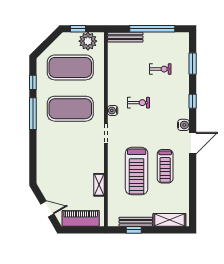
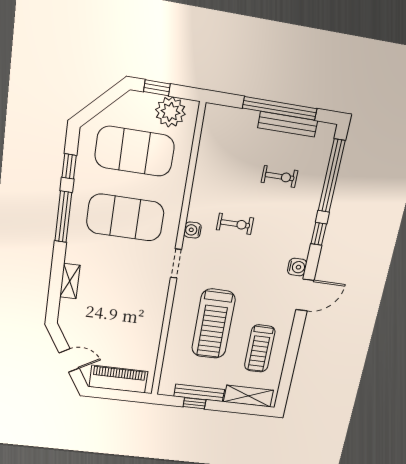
bench: (125, 37) -> (288, 124), moved
window: (193, 64) -> (332, 176), width x2.11
treadmill: (165, 166) -> (260, 349), moved
shelving: (99, 185) -> (70, 281), moved

